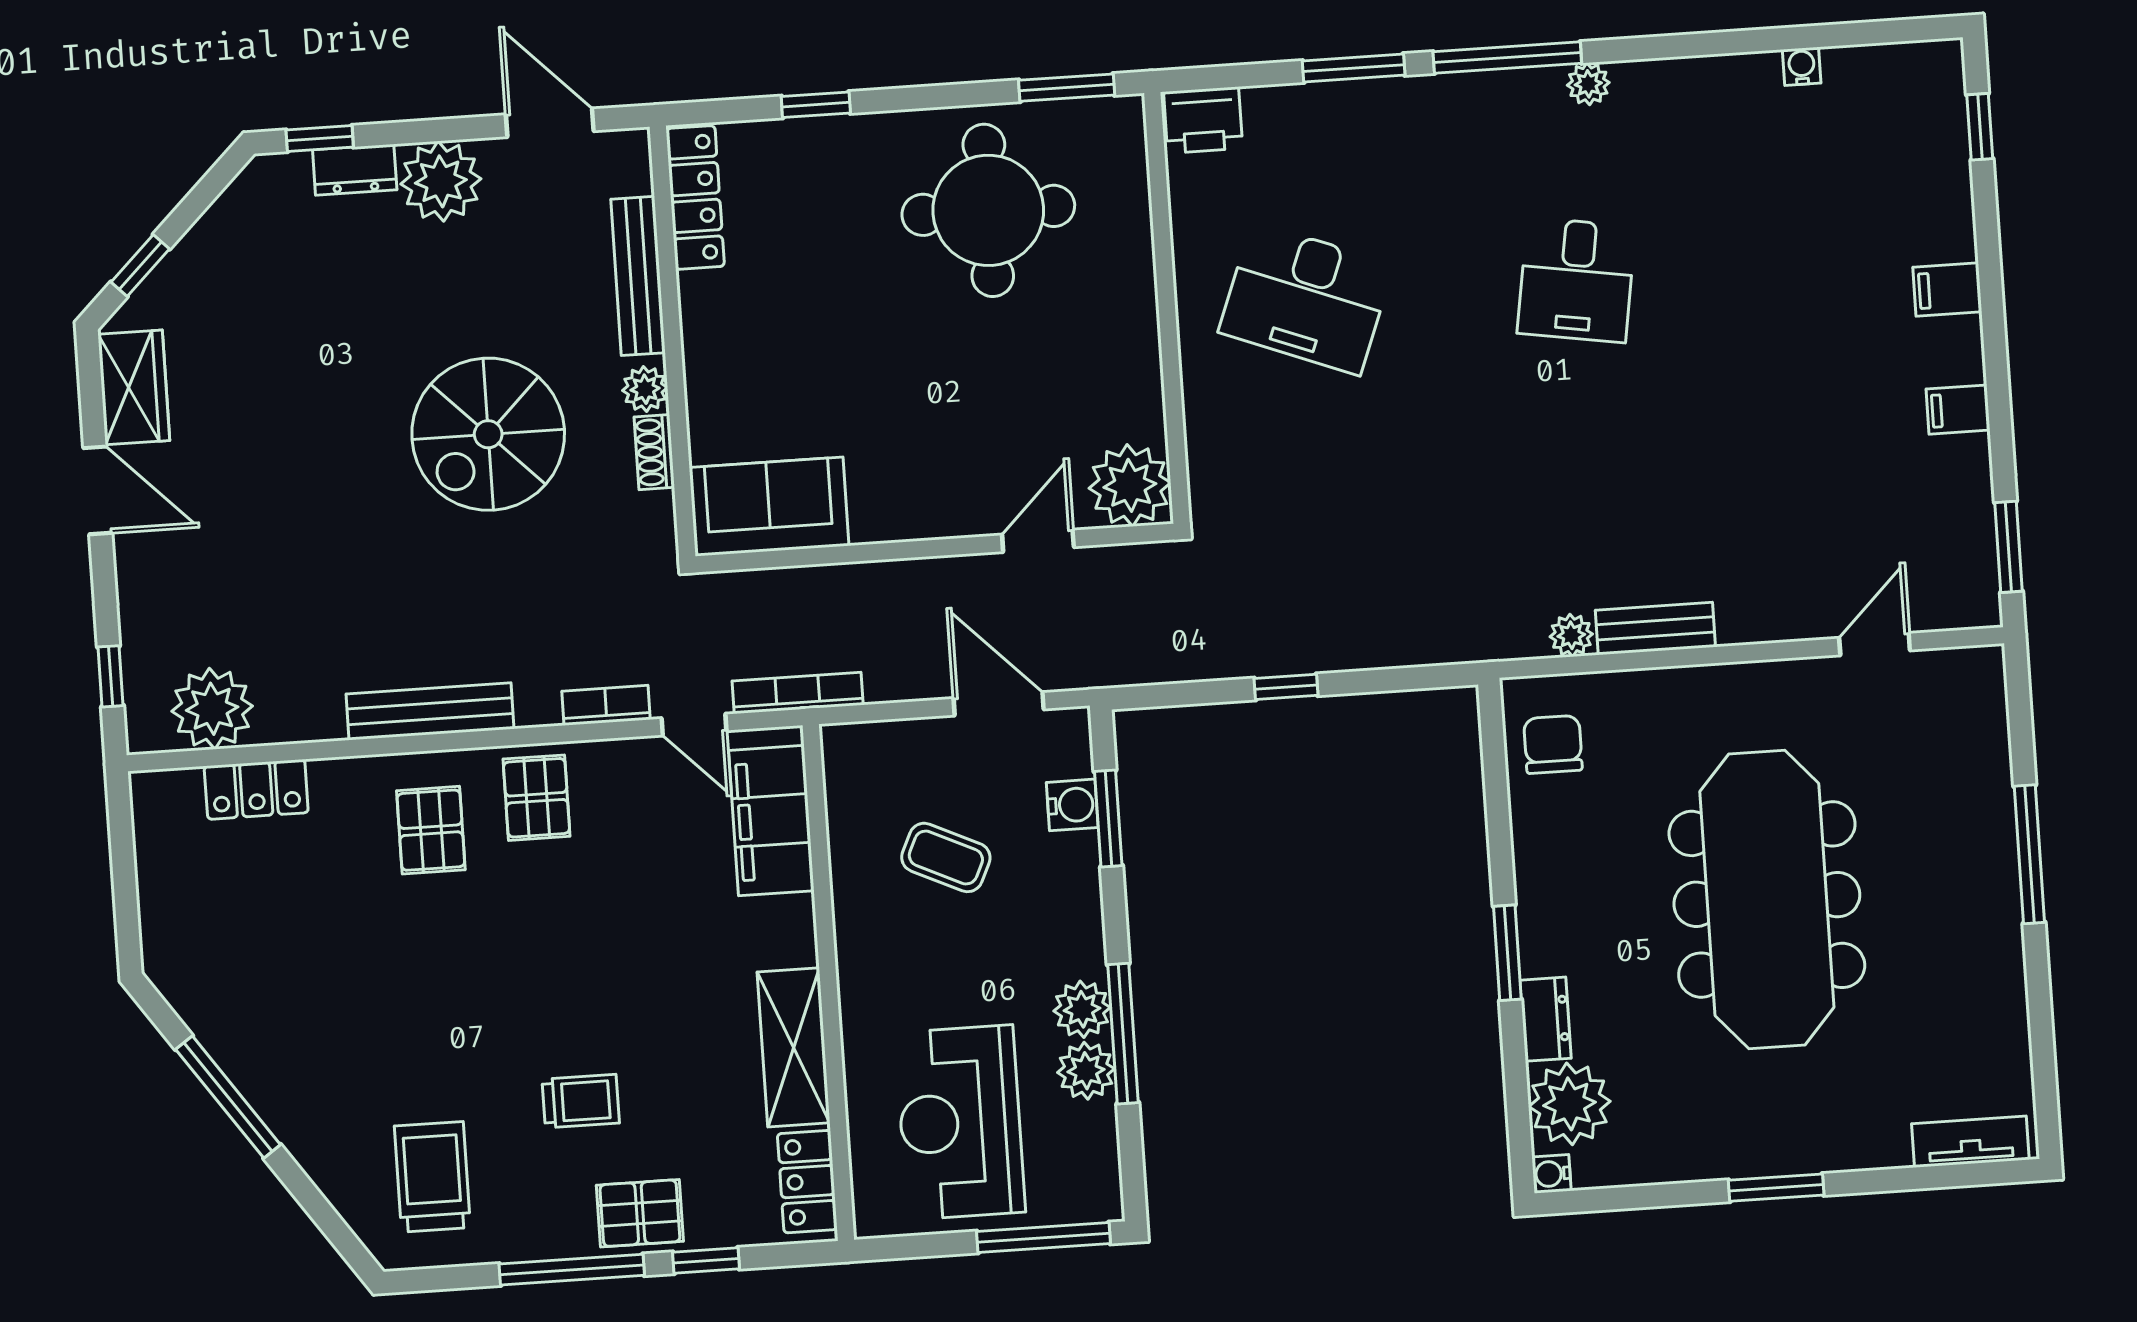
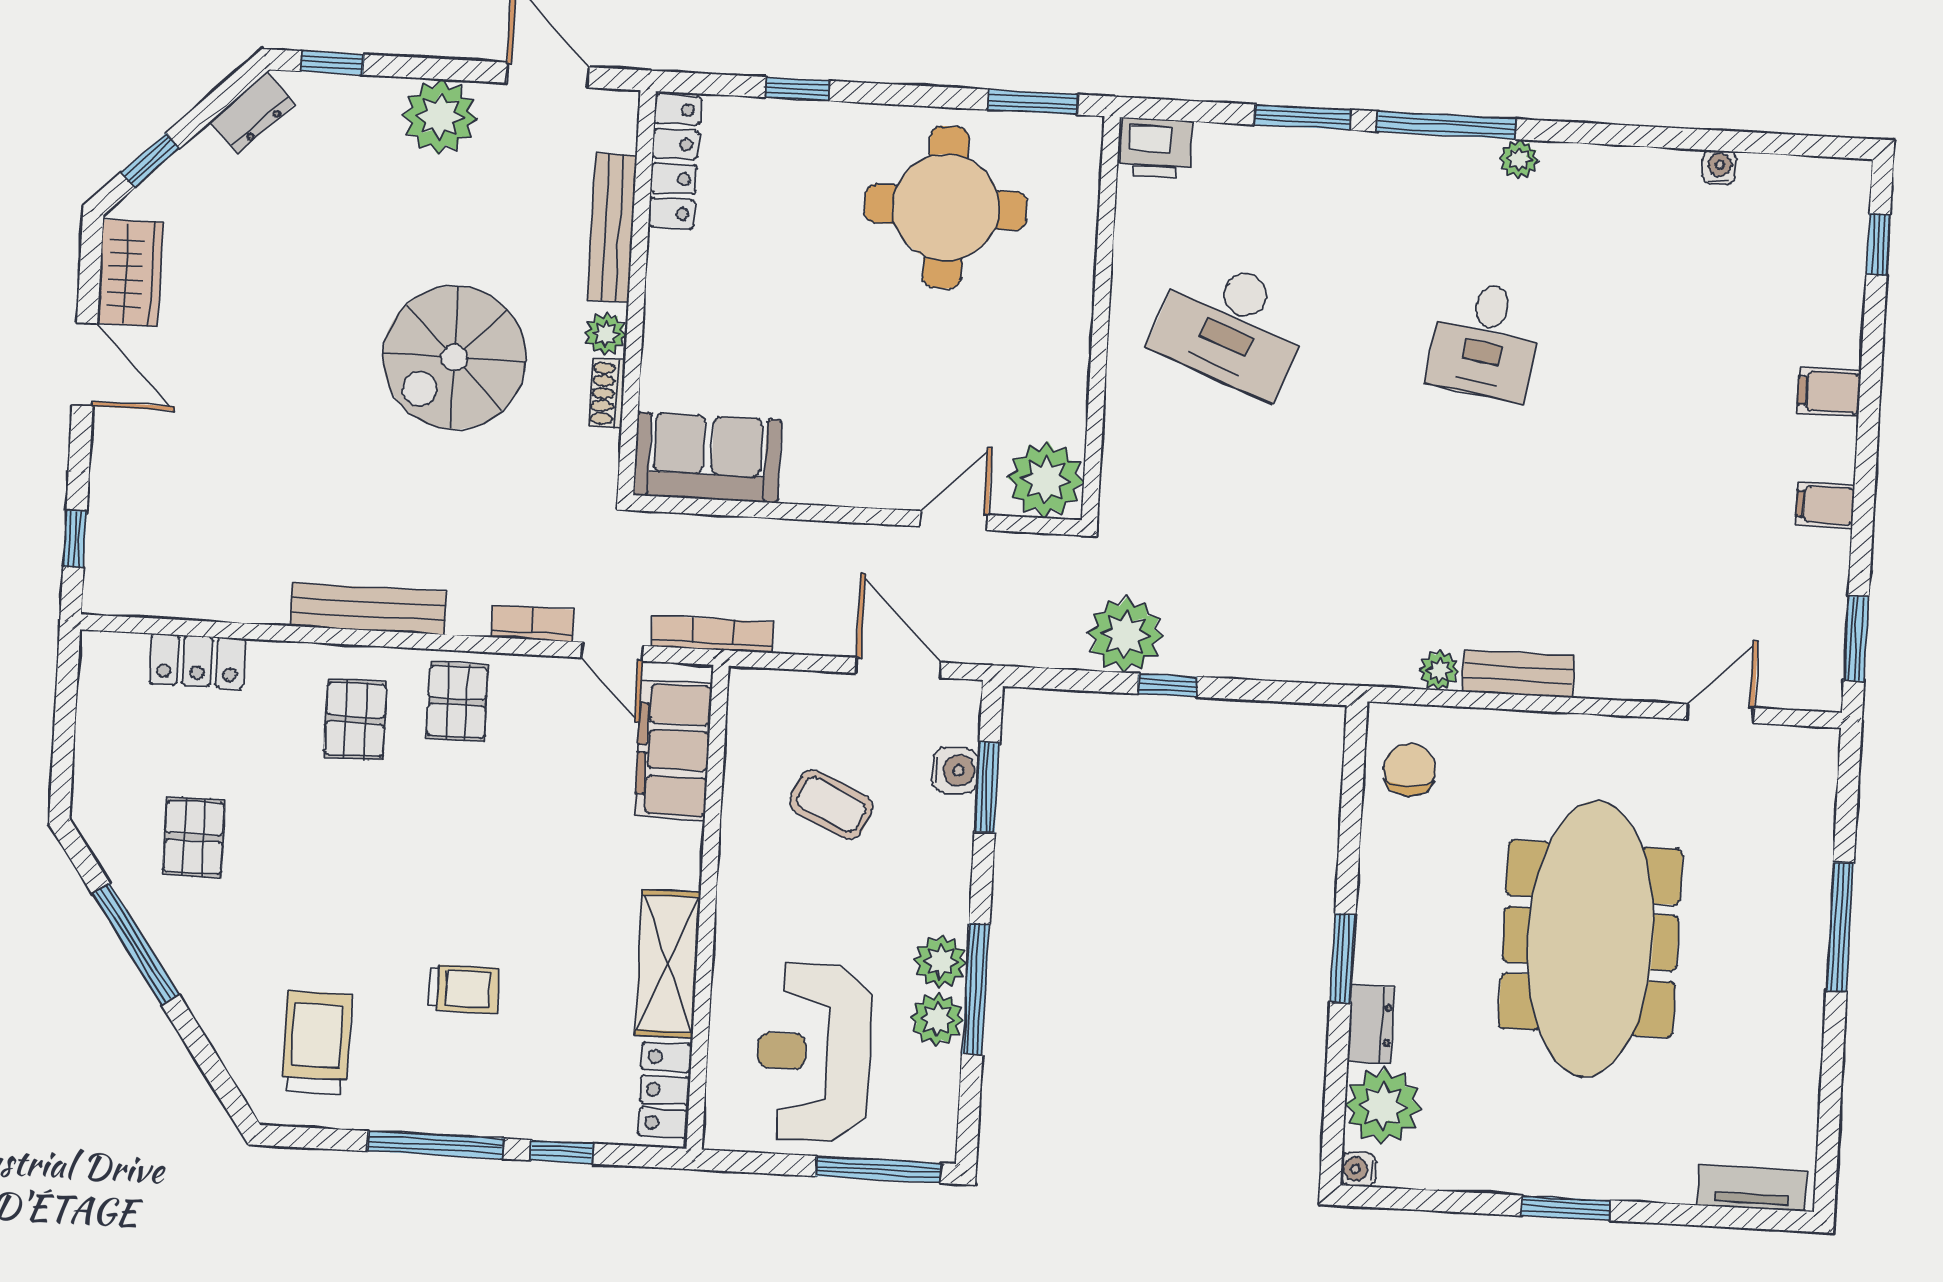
dresser: (355, 170) -> (252, 113), moved, turned -44
plant: (212, 709) -> (1125, 635), moved
pallet: (640, 1213) -> (194, 837), moved, turned 90

